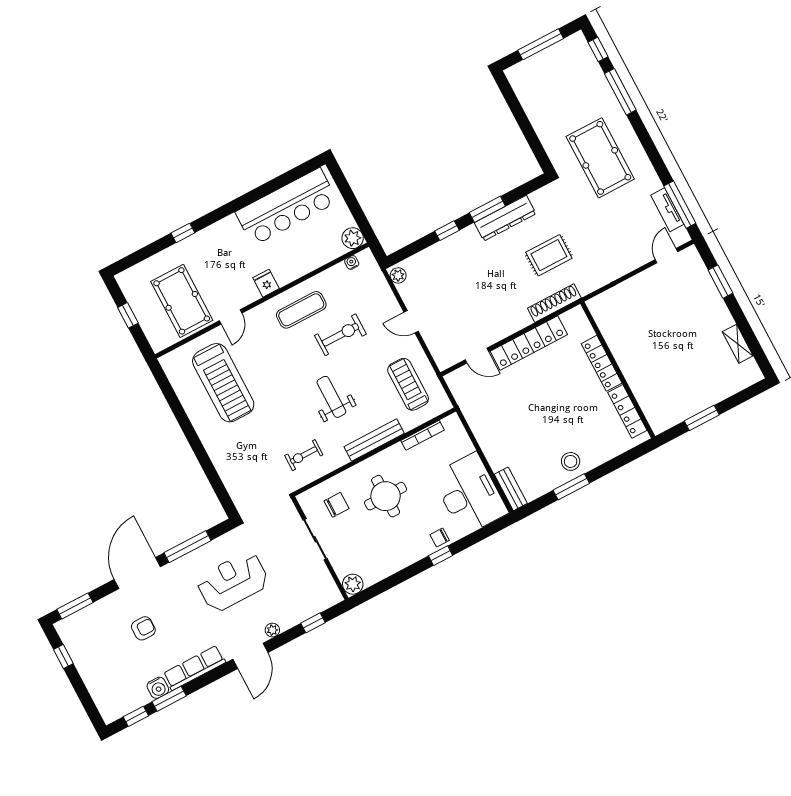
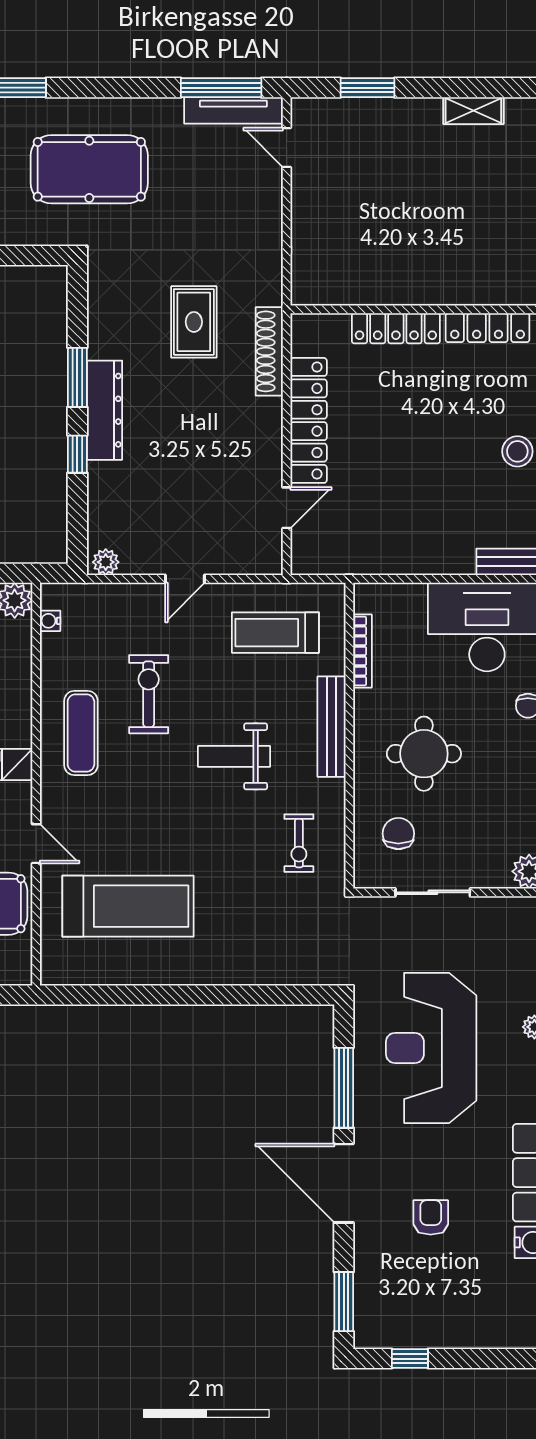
tv unit: (667, 210) -> (233, 110), width x1.41
dresser: (505, 218) -> (104, 410), moved
reception desk: (233, 582) -> (431, 1048), width x1.36, depth x1.30

